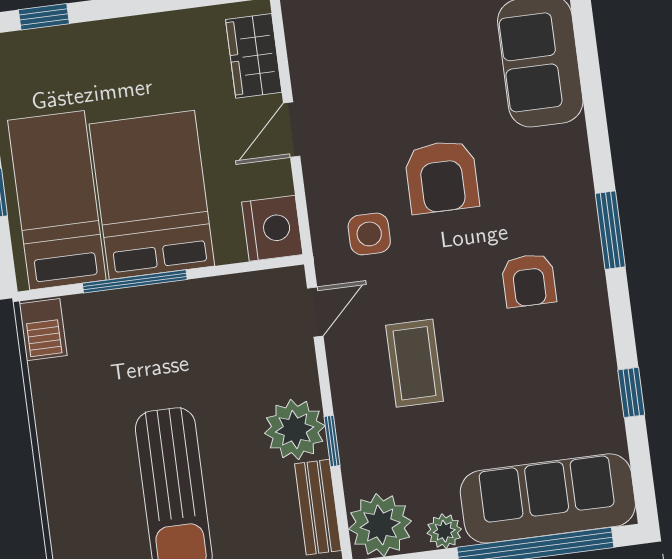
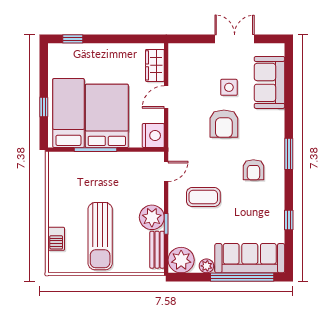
side table: (369, 234) -> (229, 87), moved
barbecue: (43, 330) -> (56, 239), moved
coffee table: (414, 363) -> (203, 197), turned 90

